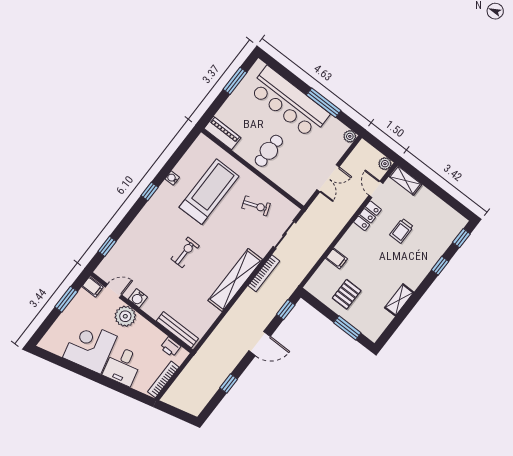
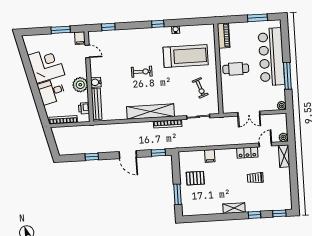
water cooler: (138, 298) -> (96, 82), moved
shelving: (399, 300) -> (234, 208), moved
plant: (125, 316) -> (80, 85), moved

